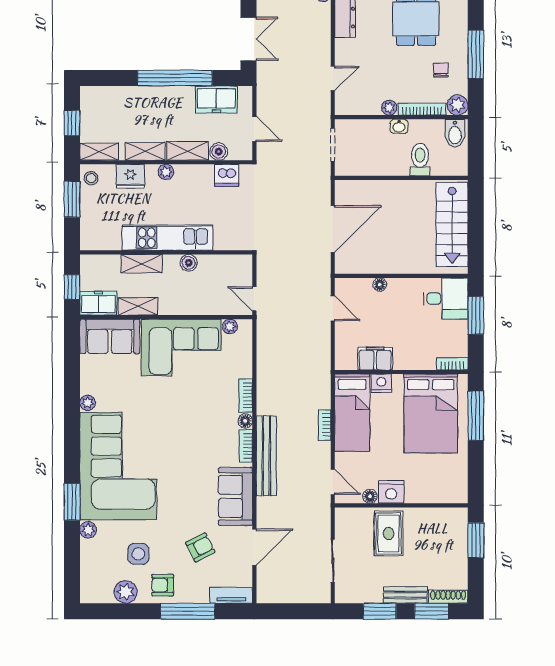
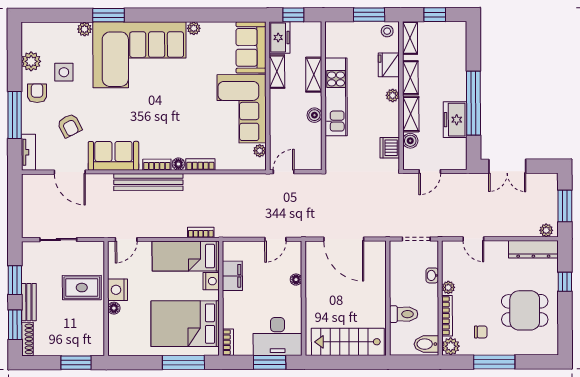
freezer: (216, 99) -> (455, 120), moved
washbasin: (399, 126) -> (432, 275), moved
desk: (446, 298) -> (278, 337), width x1.37
bookcase: (325, 425) -> (201, 232), moved
floor lamp: (370, 496) -> (114, 308), moved

